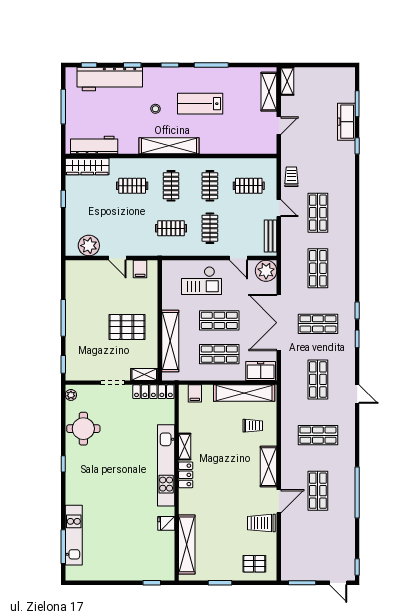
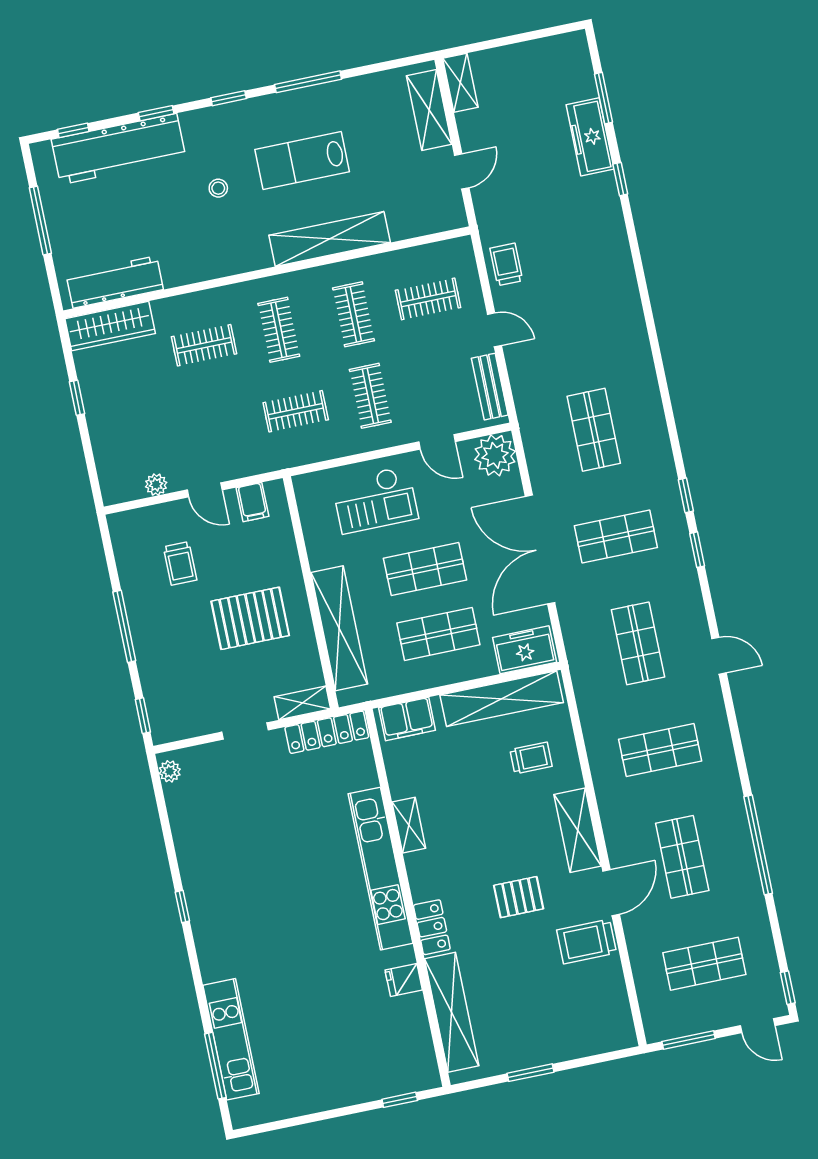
shelving: (169, 146) -> (330, 239), moved
shop shelf: (318, 213) -> (704, 964), moved, turned 90
plant: (89, 246) -> (156, 485), width x0.53, depth x0.53
trolley: (98, 292) -> (180, 563), added
filing cabinet: (195, 393) -> (407, 719), width x2.00
round table: (83, 429) -> (207, 831), removed
locker: (186, 475) -> (432, 927), moved
pallet: (254, 564) -> (519, 897), moved

